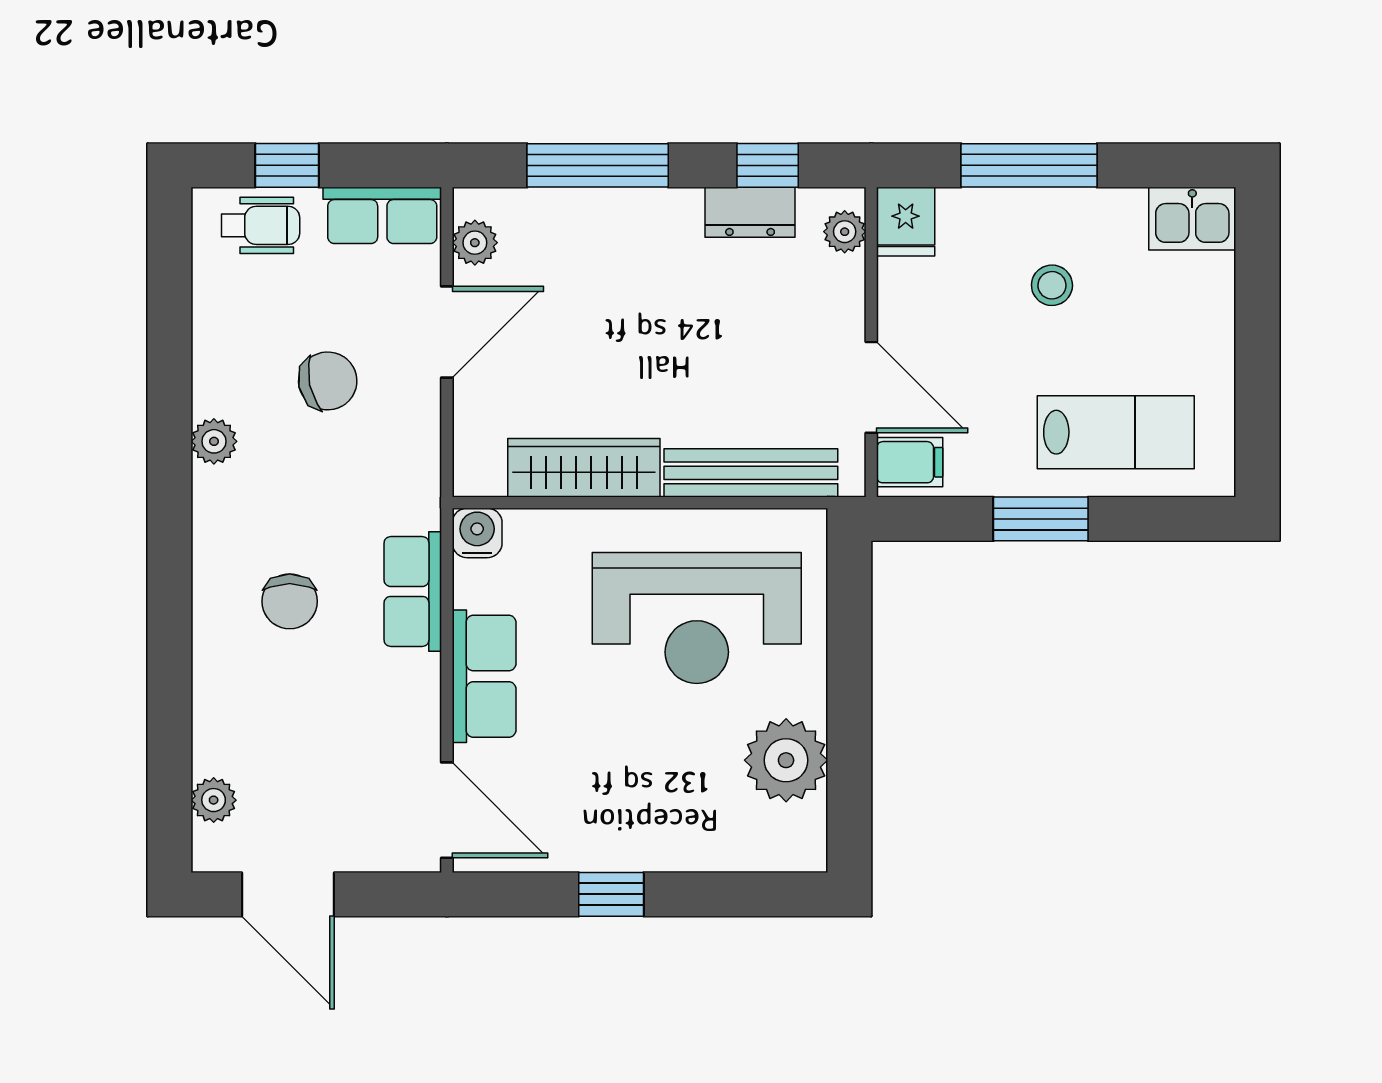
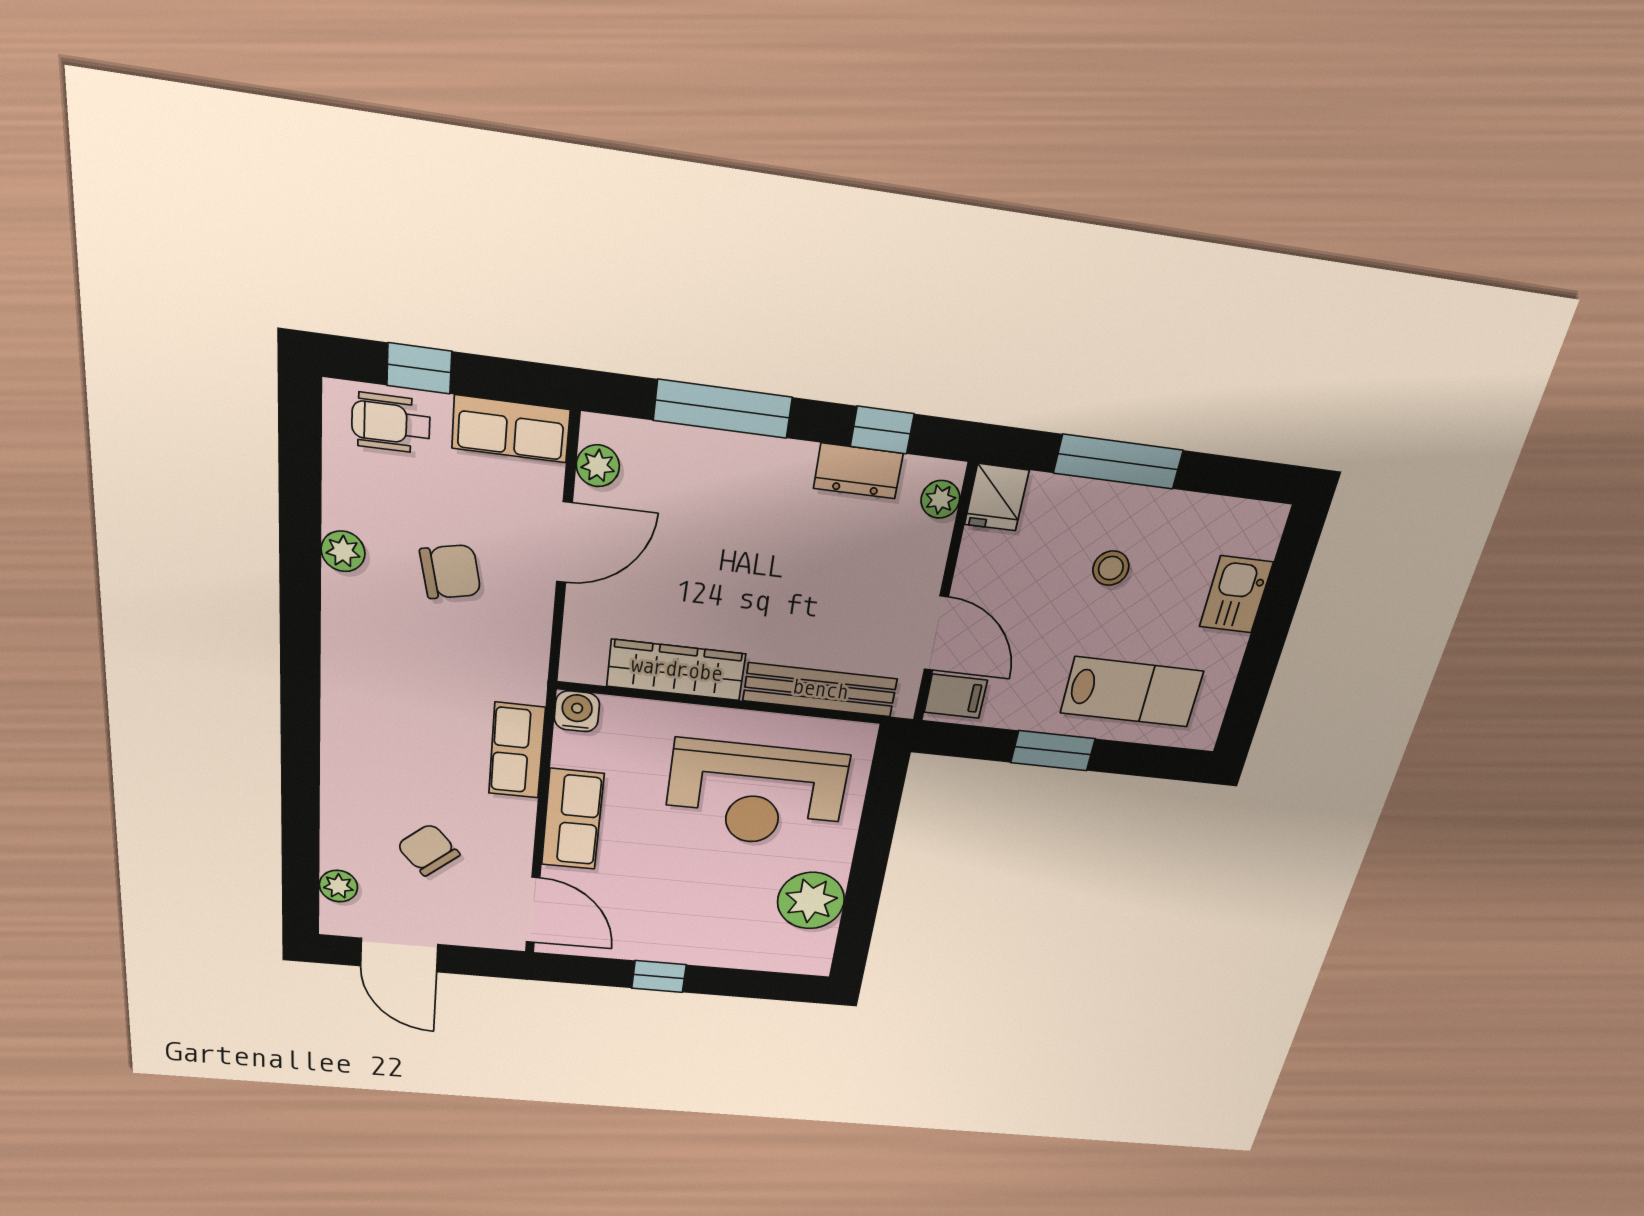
kitchen sink: (1192, 219) -> (1236, 594), moved, turned 90
wheelchair: (260, 225) -> (391, 423), turned 180
plant: (214, 441) -> (343, 551), moved
chair: (290, 601) -> (428, 850), moved, turned 139

